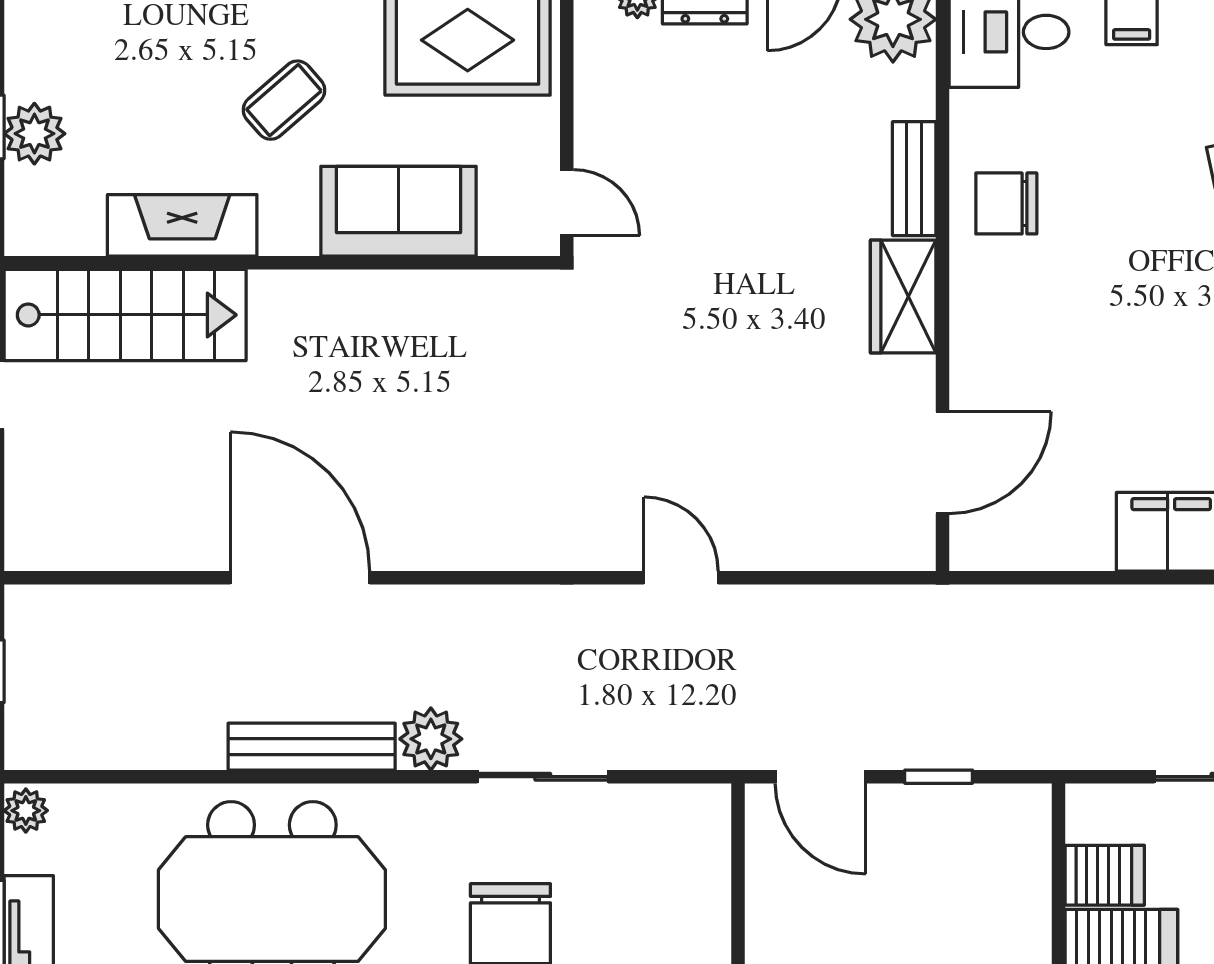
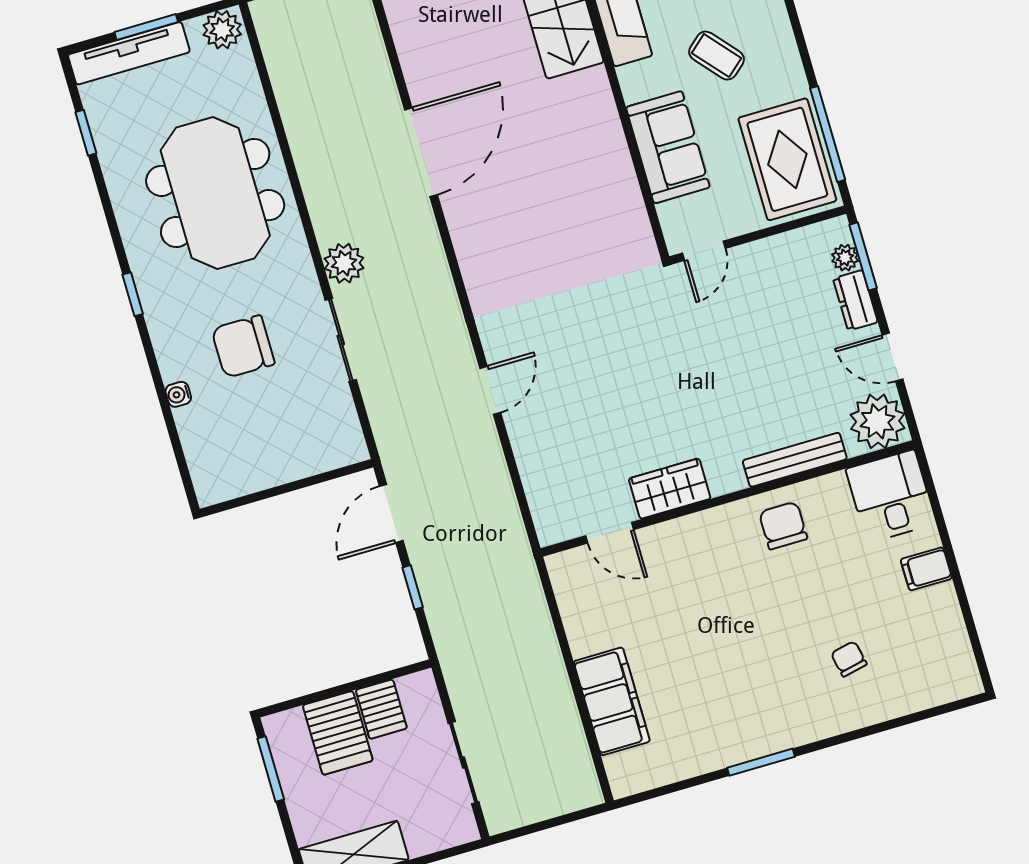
bench: (914, 179) -> (795, 460), width x1.36
wardrobe: (903, 296) -> (670, 489), moved
door: (942, 463) -> (610, 533), width x0.73
bench: (312, 747) -> (318, 190), removed
plant: (26, 811) -> (222, 30), width x1.38, depth x1.38

